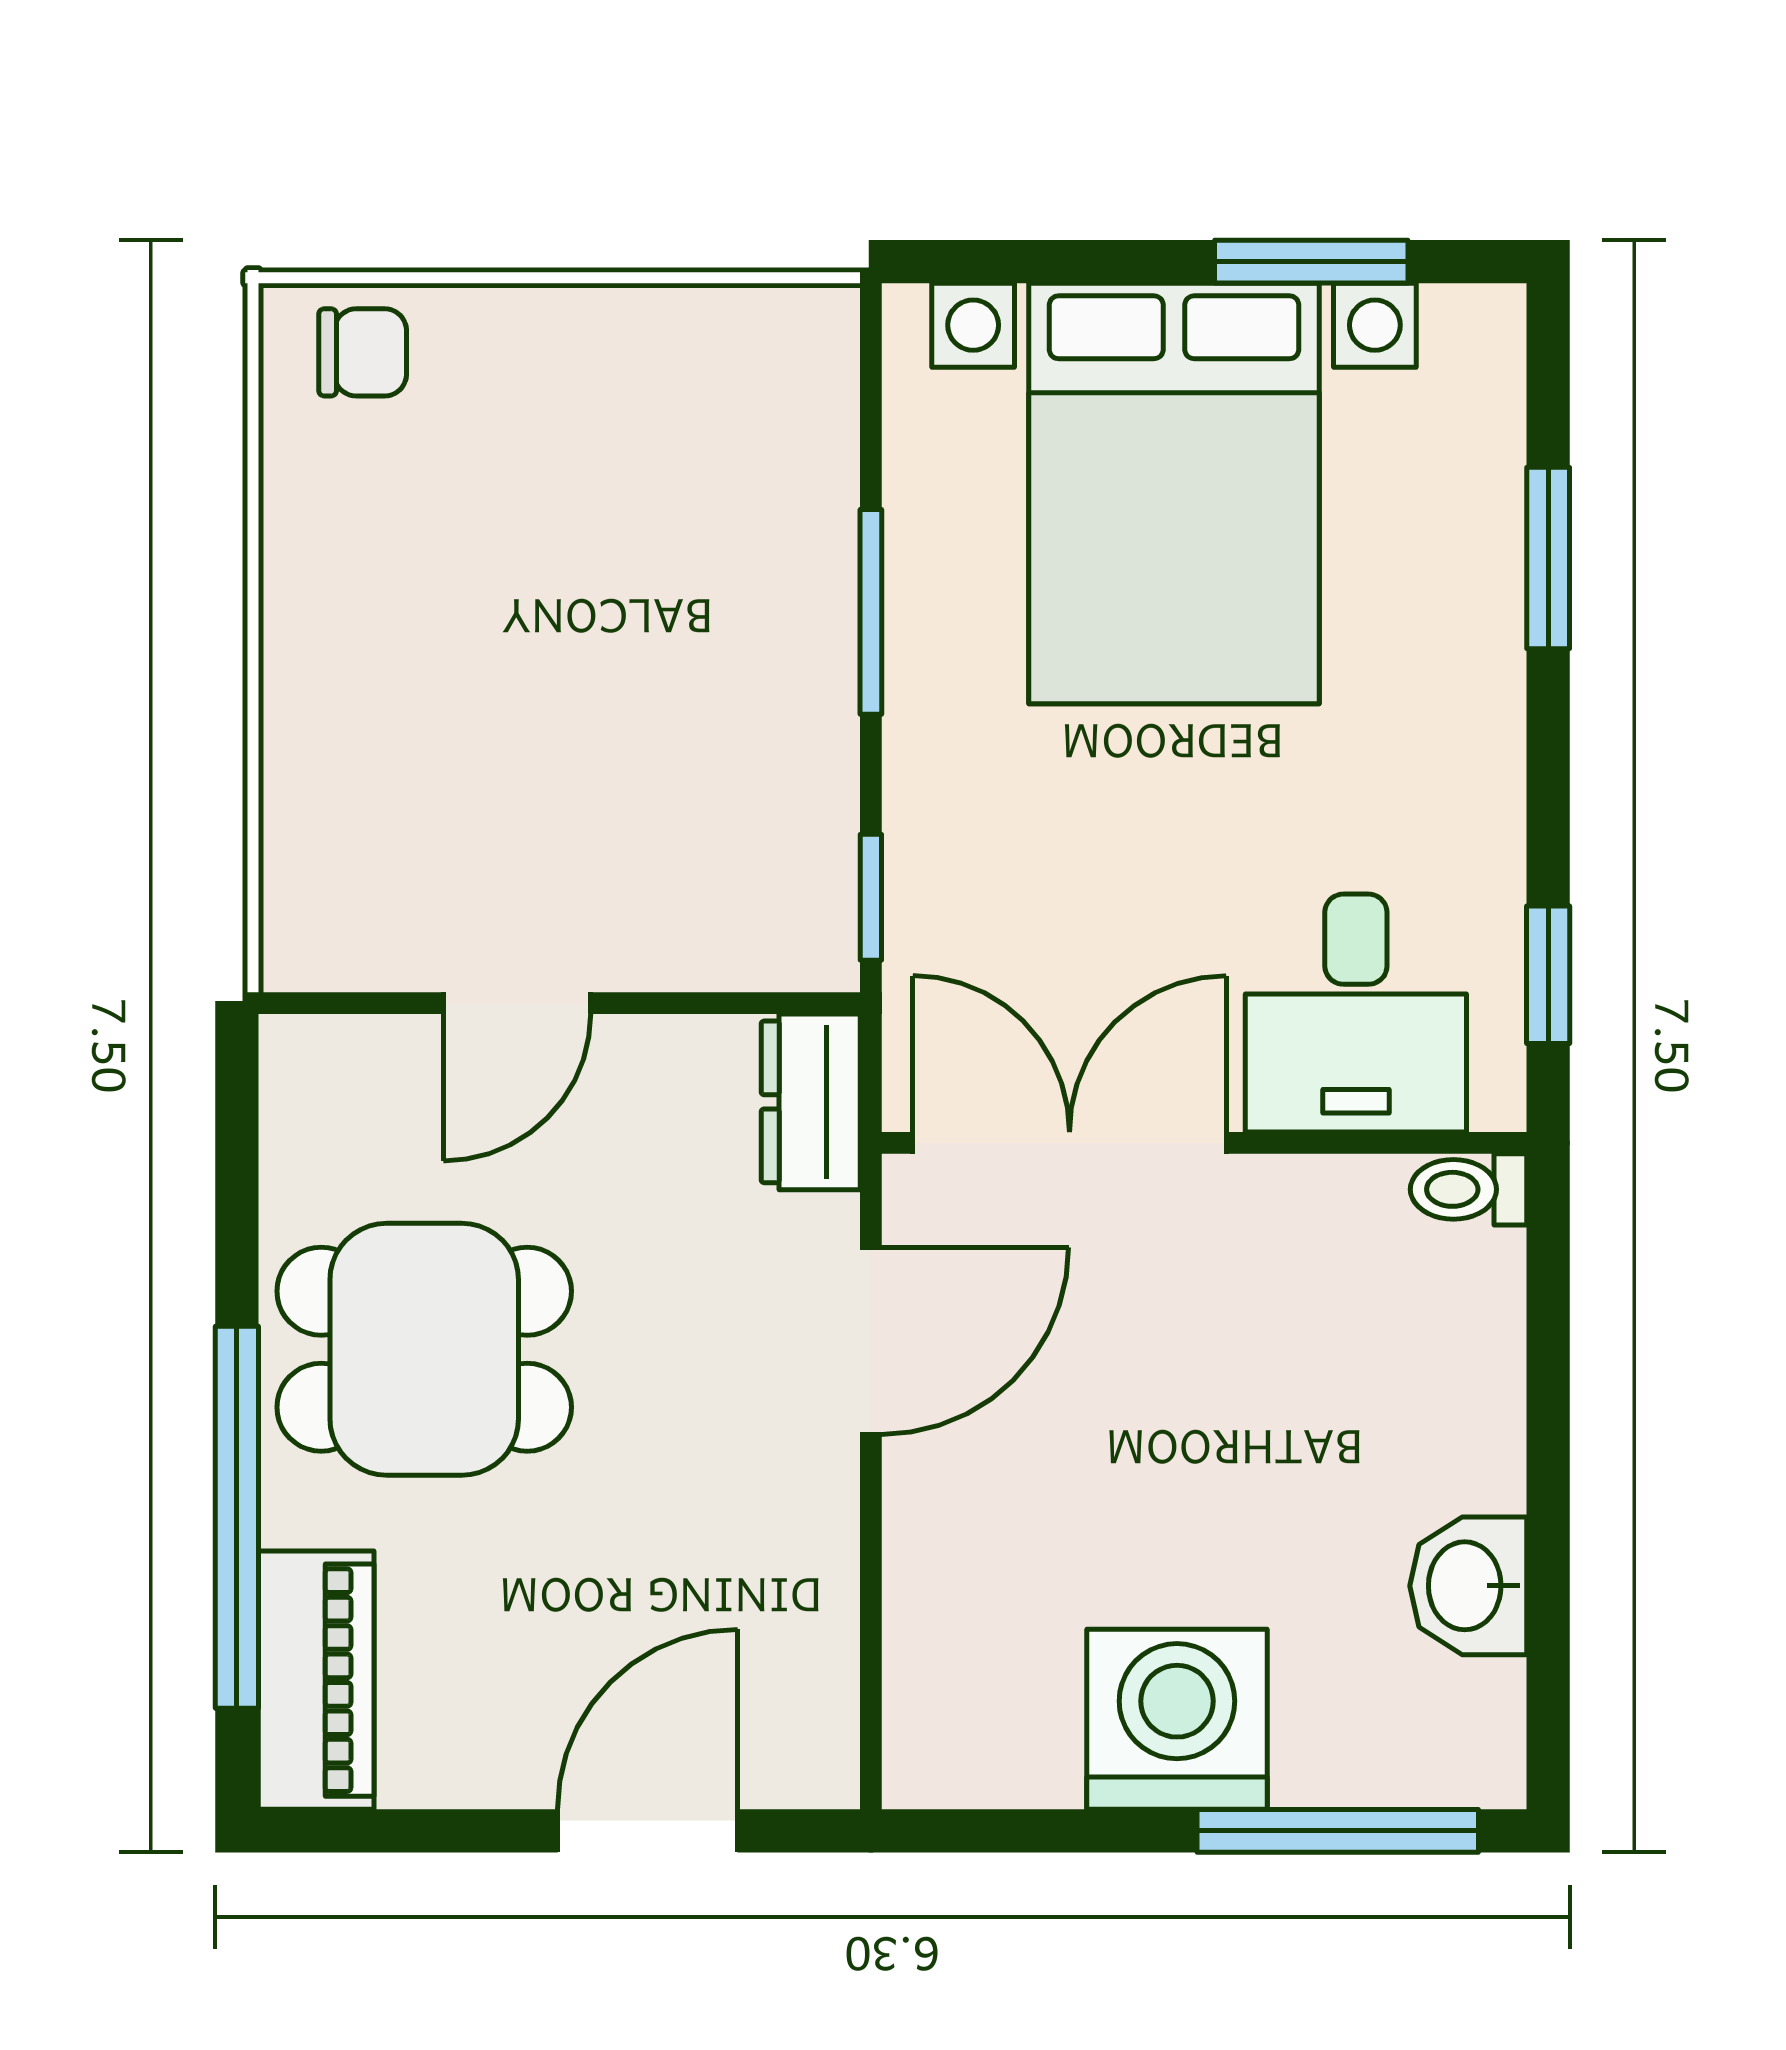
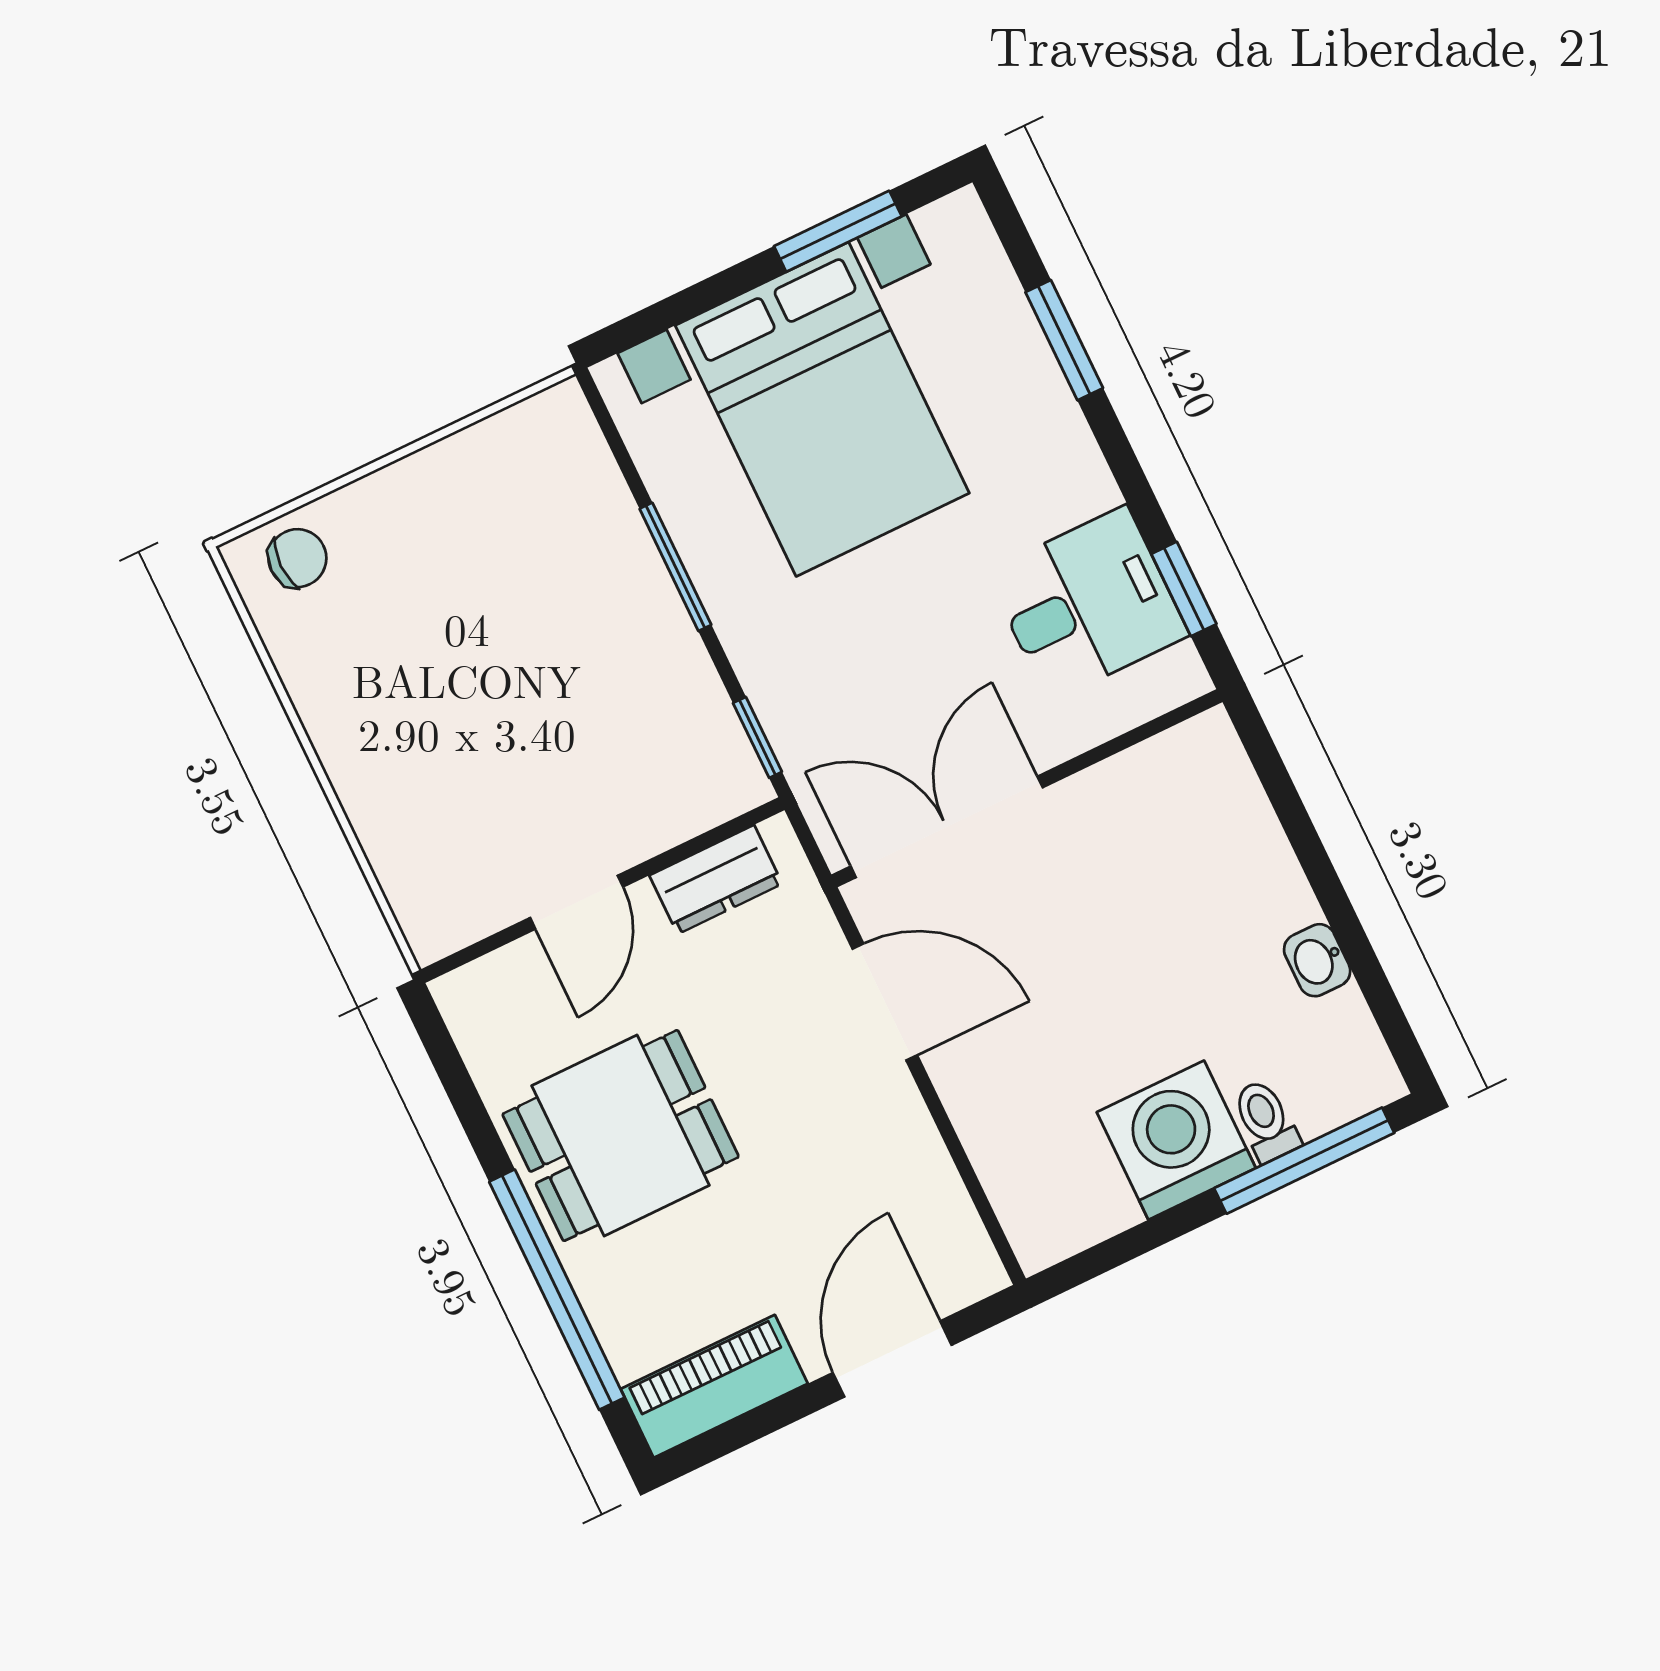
desk: (1356, 1013) -> (1088, 604), moved, turned -90
dresser: (811, 1102) -> (716, 880), moved, turned -90
toilet: (1469, 1189) -> (1266, 1121), moved, turned 90
door: (871, 1341) -> (885, 1002), hinge flipped
washbasin: (1468, 1586) -> (1317, 960), width x0.72, depth x0.69
piano: (316, 1680) -> (714, 1386), moved, turned -90

